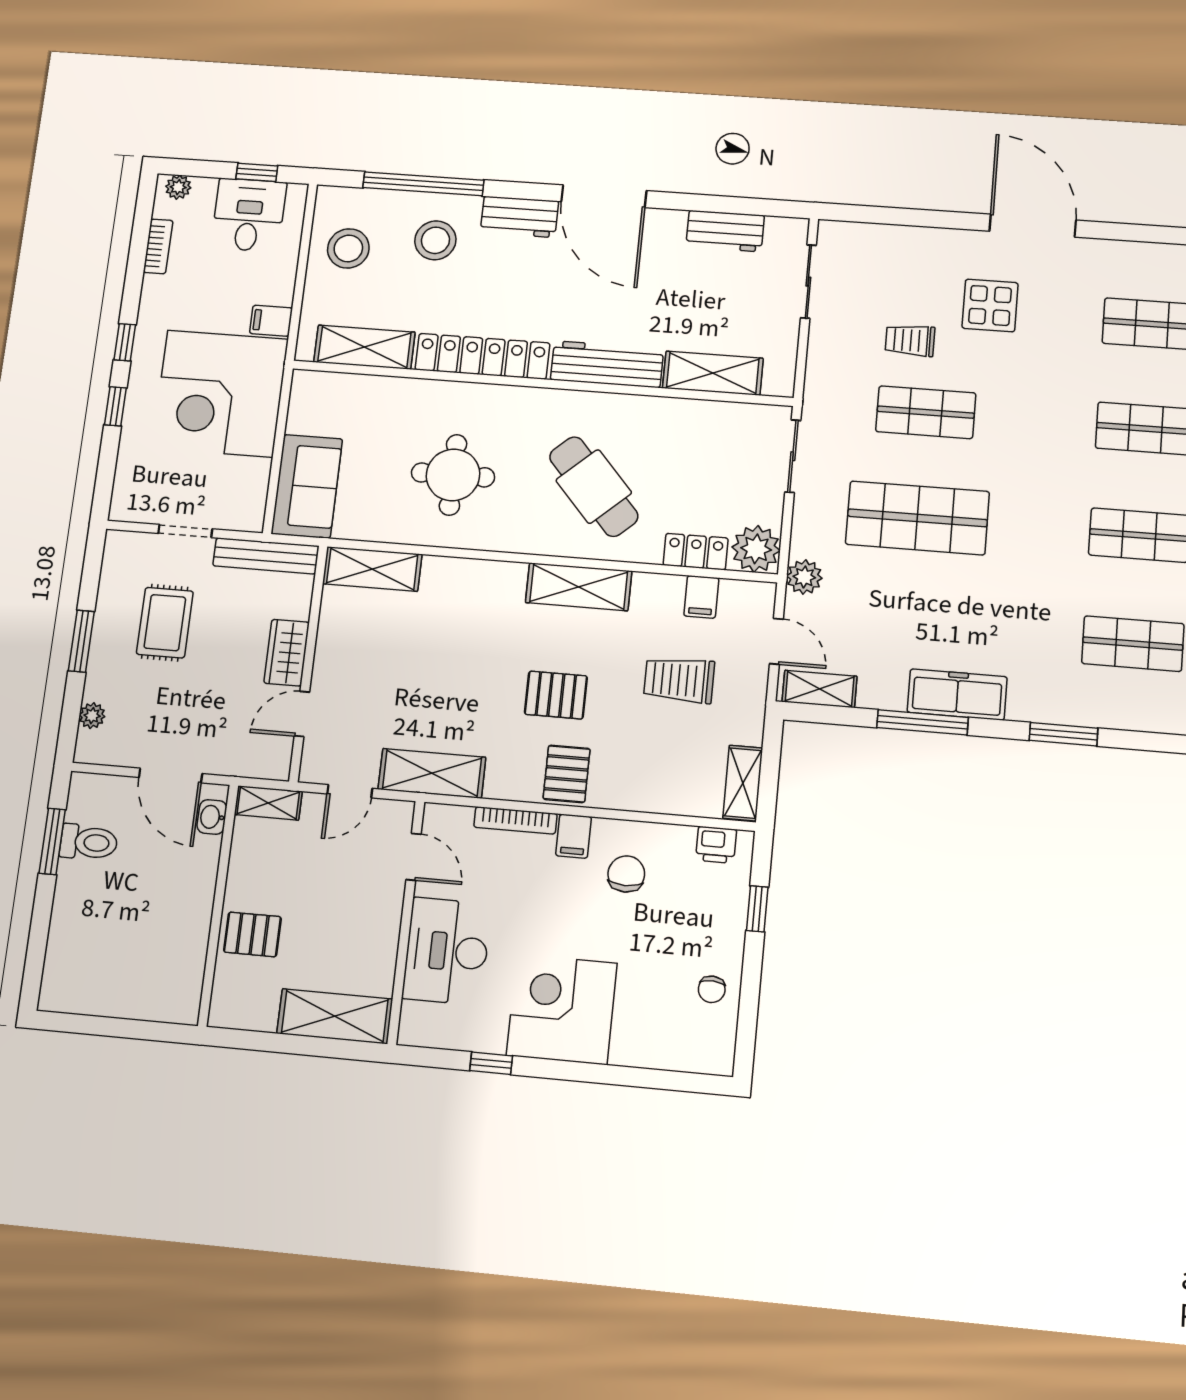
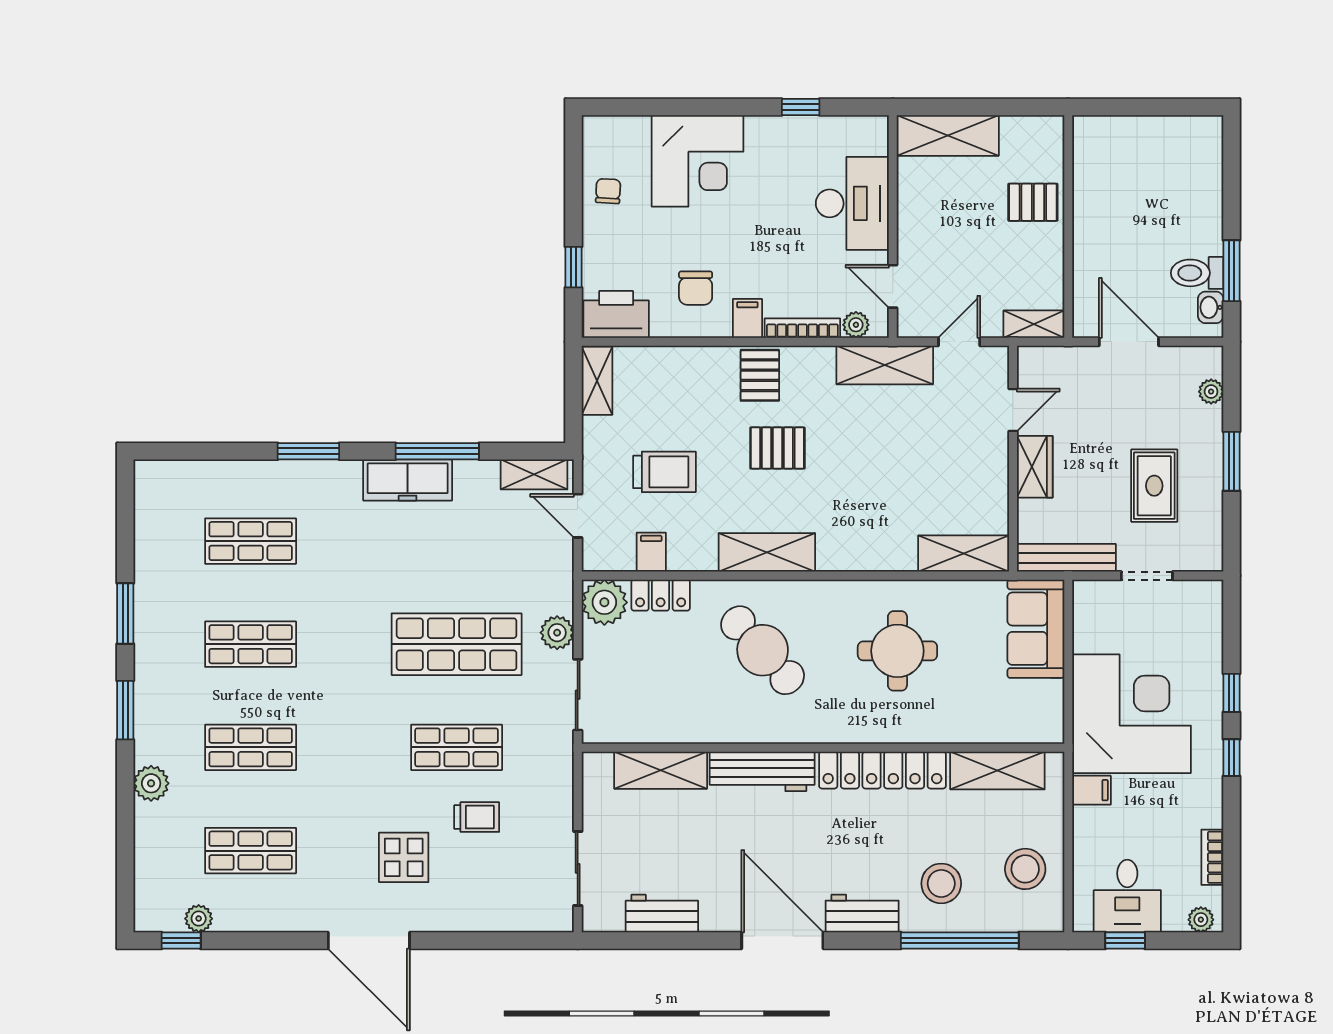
plant: (804, 577) -> (557, 633), moved
washbasin: (212, 817) -> (1211, 307), moved, turned 180
plant: (458, 819) -> (856, 325), added
printer: (716, 845) -> (616, 314), width x1.87, depth x1.48
corner desk: (562, 1009) -> (698, 161), moved

